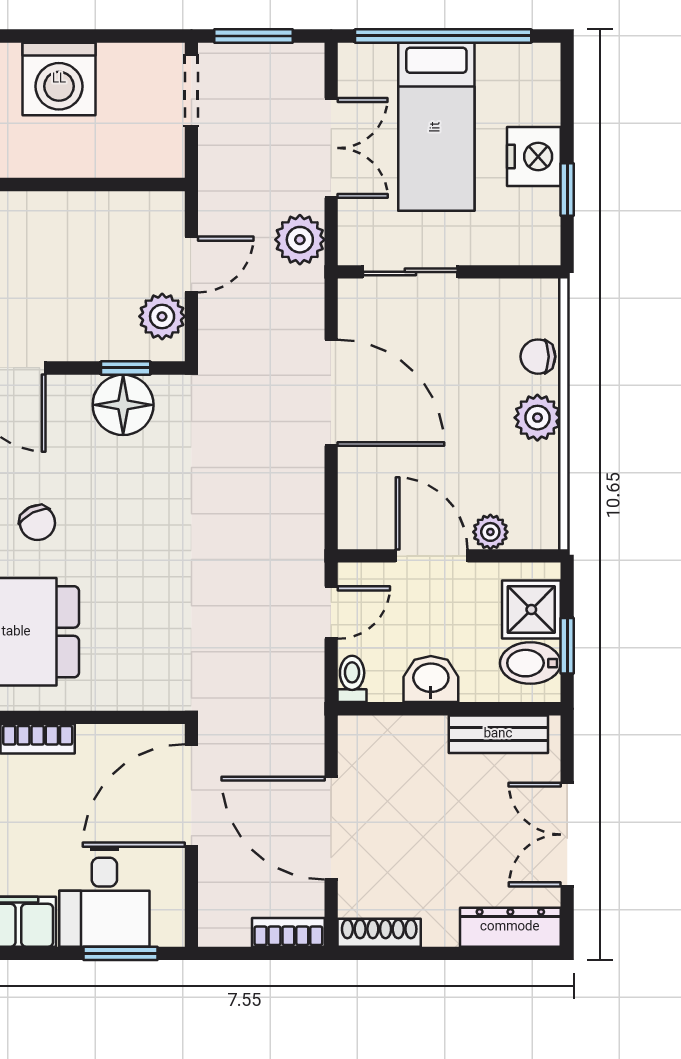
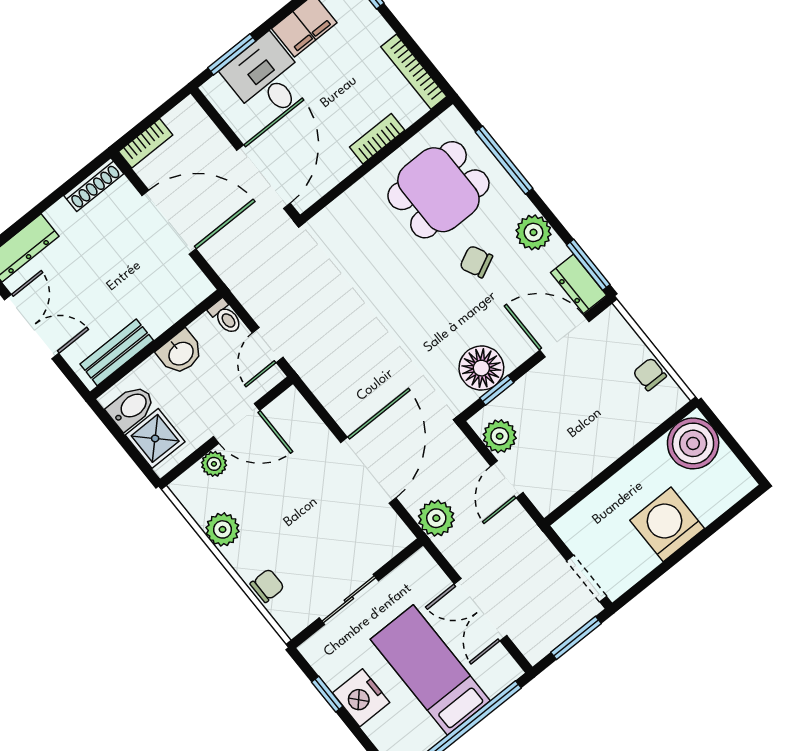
plant: (300, 240) -> (436, 518), moved
sliding door: (410, 272) -> (349, 599), moved
door: (331, 393) -> (368, 470), swing flipped
plant: (537, 418) -> (223, 529), moved
window: (567, 646) -> (118, 434), removed

